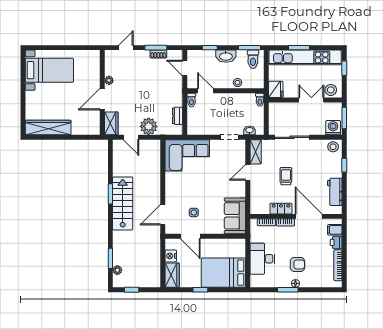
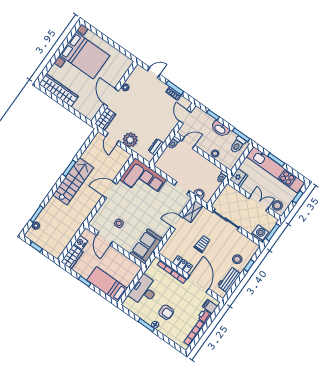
bed with nightstands: (49, 70) -> (85, 55), width x1.36
door: (205, 91) -> (188, 143), hinge flipped
door: (102, 99) -> (111, 97), hinge flipped
stool: (333, 147) -> (237, 259), moved
door: (163, 215) -> (110, 190), moved
bed: (223, 273) -> (107, 284), width x0.67

